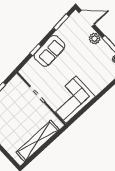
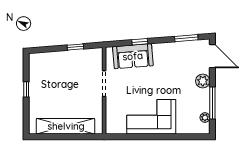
sofa: (50, 51) -> (133, 56), moved
corner sofa: (71, 100) -> (151, 117), moved

